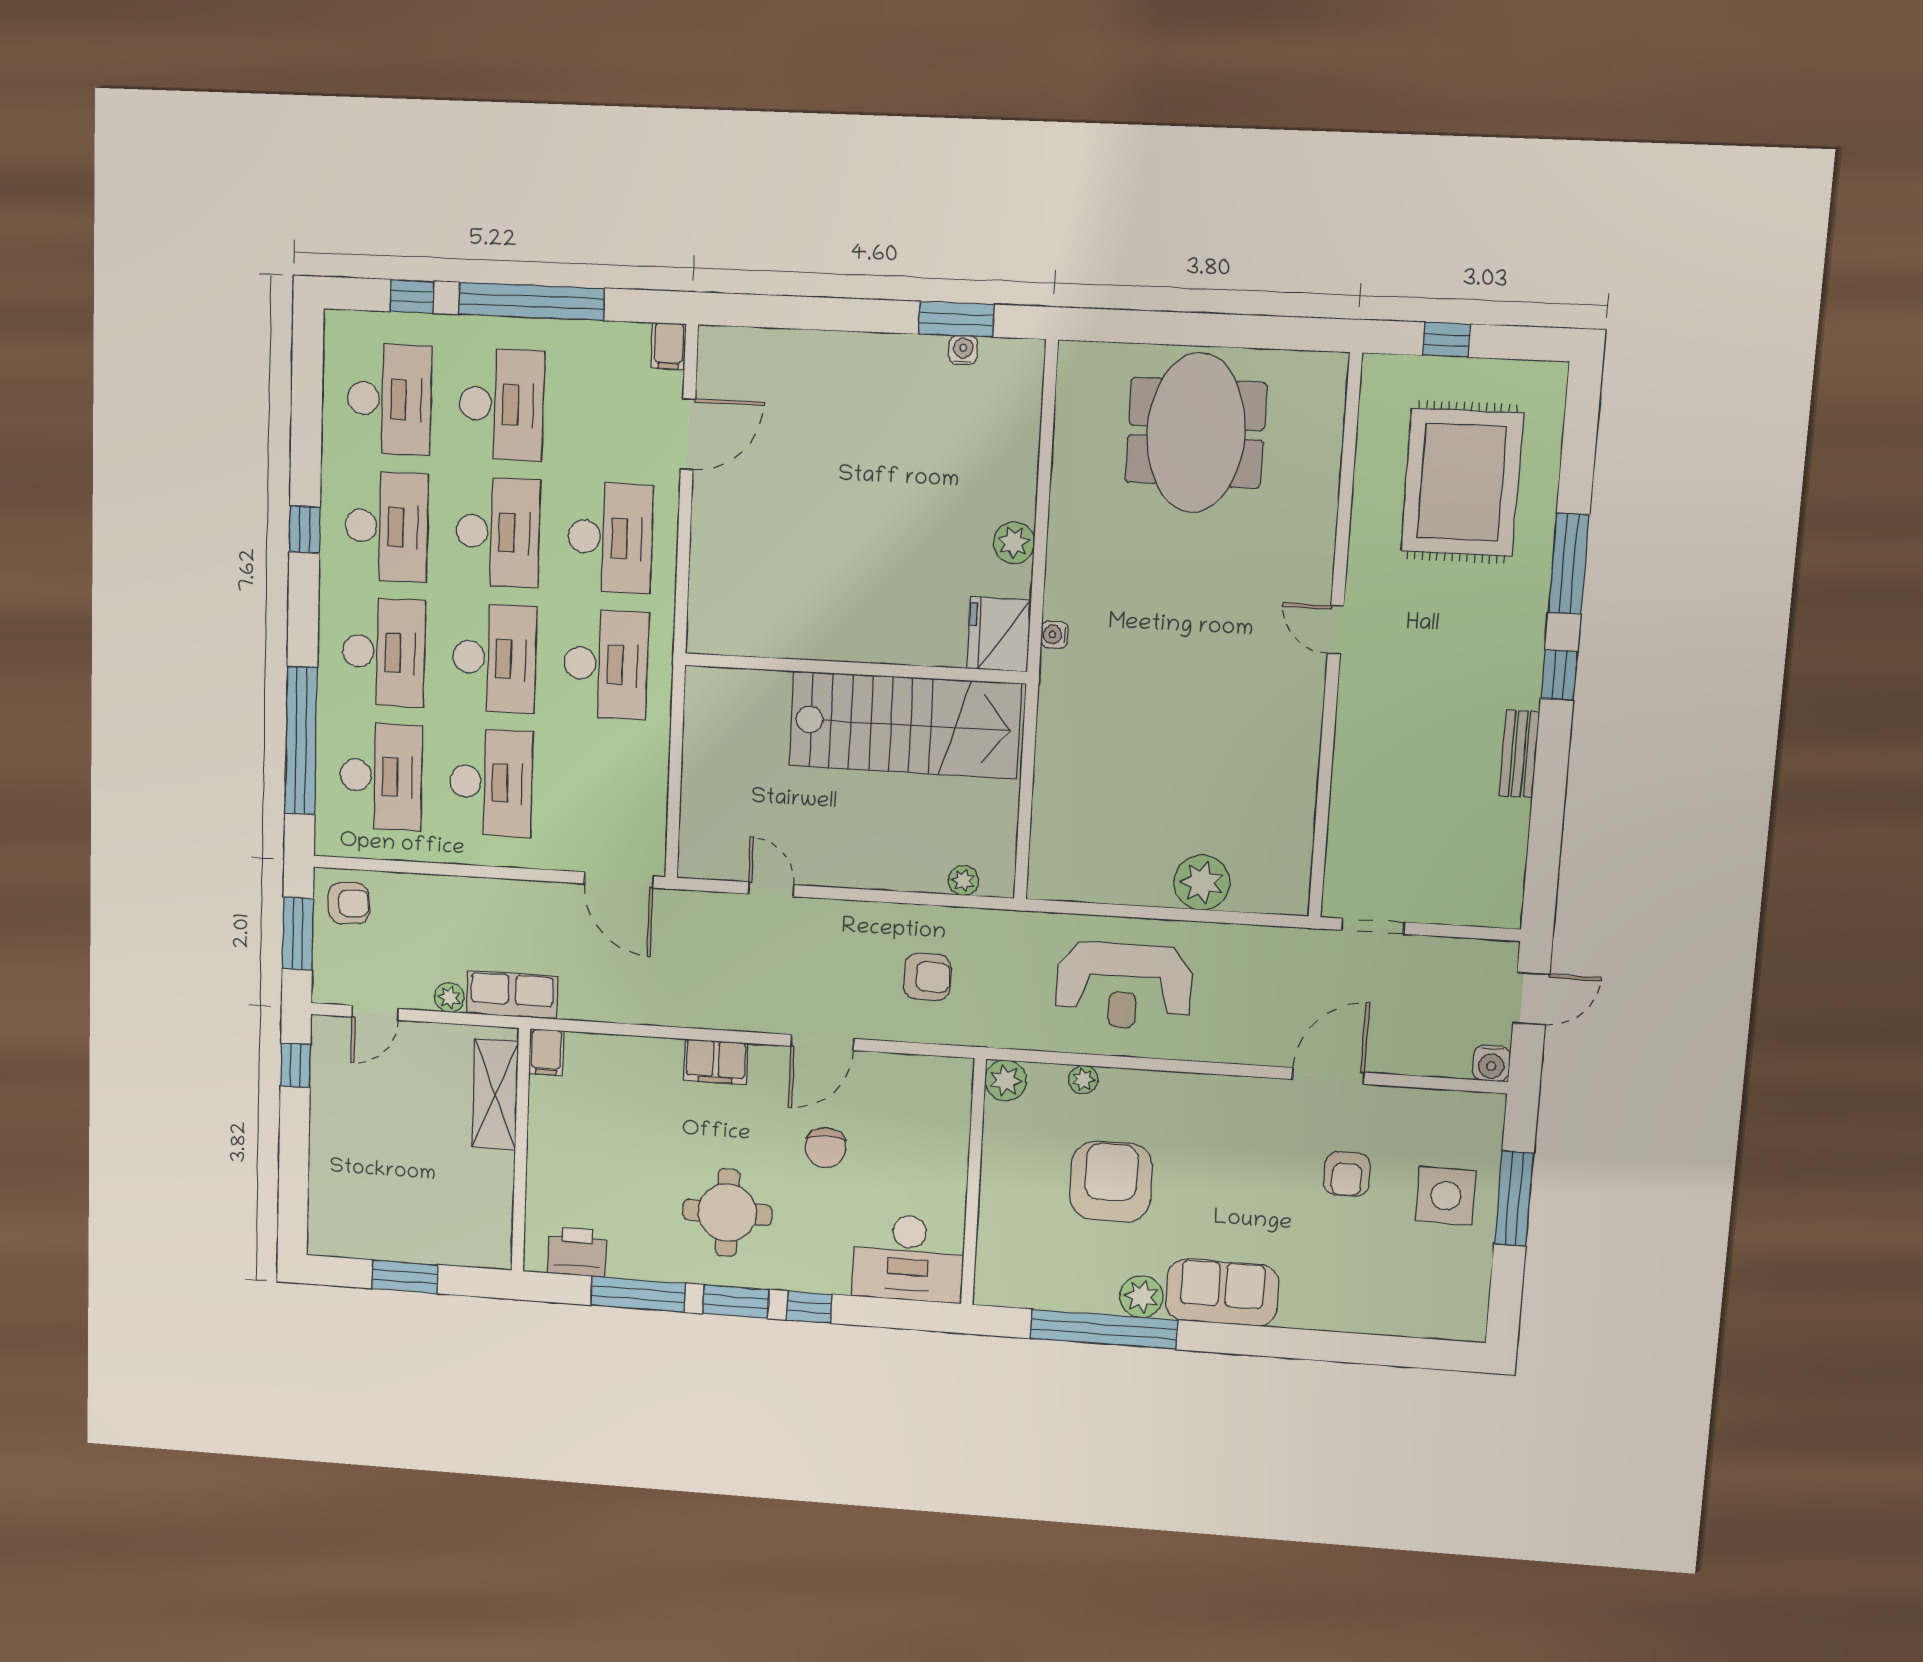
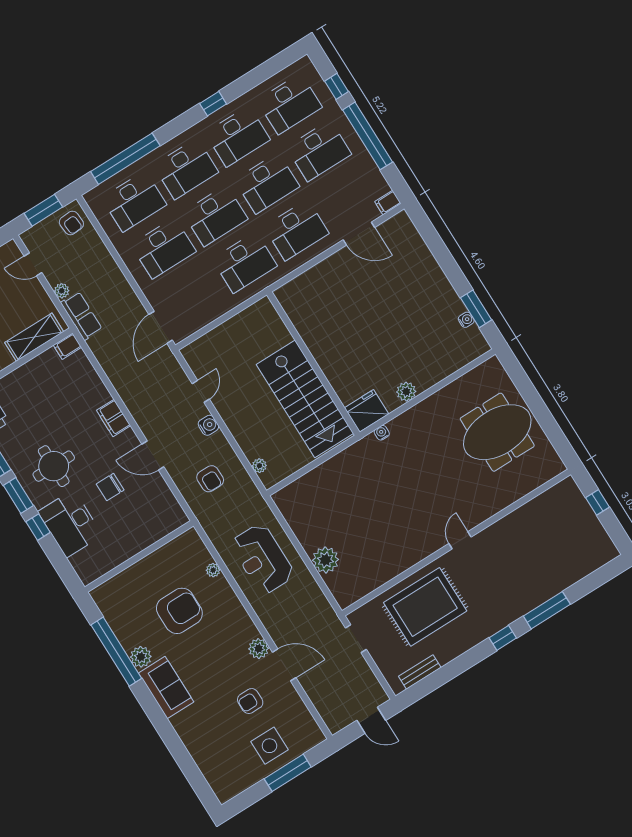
rug: (1462, 482) -> (425, 607), moved
bench: (1519, 754) -> (420, 672), moved
water cooler: (1491, 1063) -> (208, 425), moved, turned 180
plant: (1006, 1081) -> (259, 649), moved
desk: (908, 1258) -> (70, 524), moved

